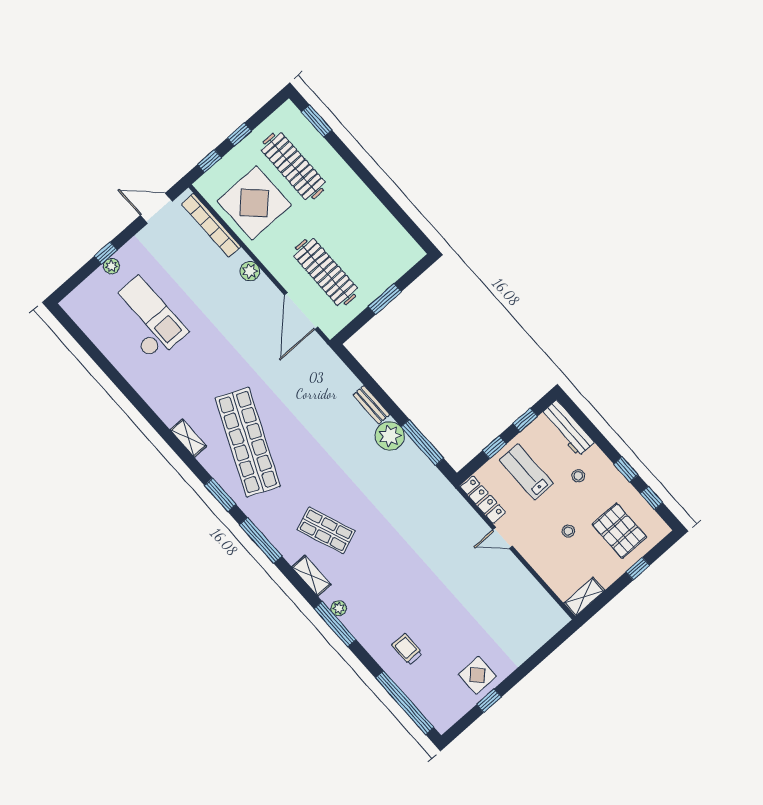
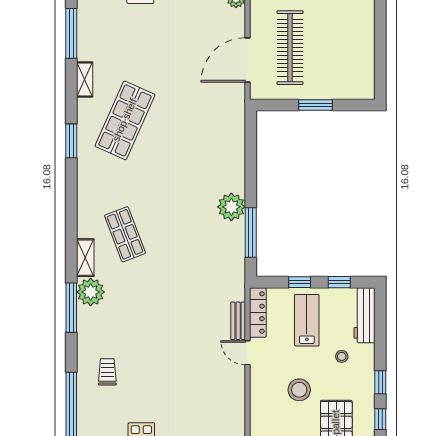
bench: (371, 405) -> (238, 321), moved
shop shelf: (248, 442) -> (125, 120), width x0.71
stool: (568, 531) -> (299, 390), width x1.89, depth x1.89
window: (261, 540) -> (71, 33), moved
plant: (339, 608) -> (91, 292), width x1.87, depth x1.87

